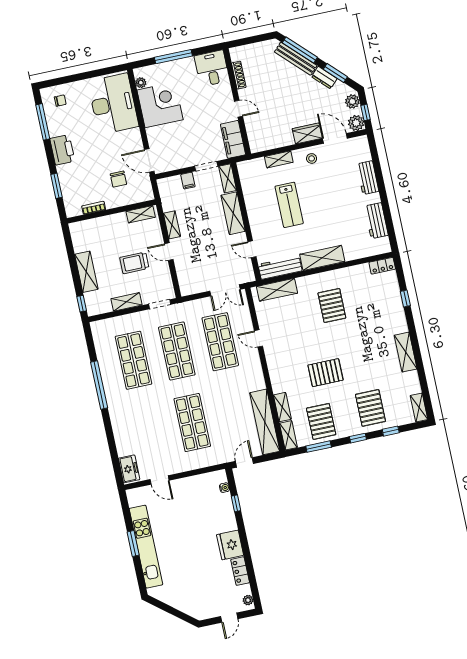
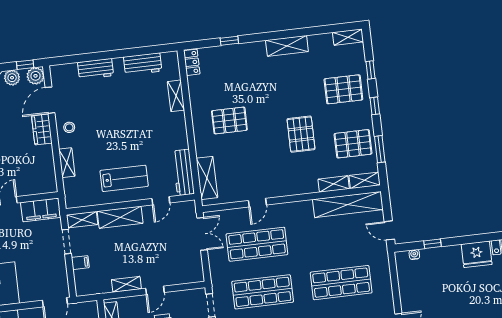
lab bench: (289, 205) -> (124, 178), moved
shelving: (322, 258) -> (176, 96), moved, width x0.67, depth x0.75

